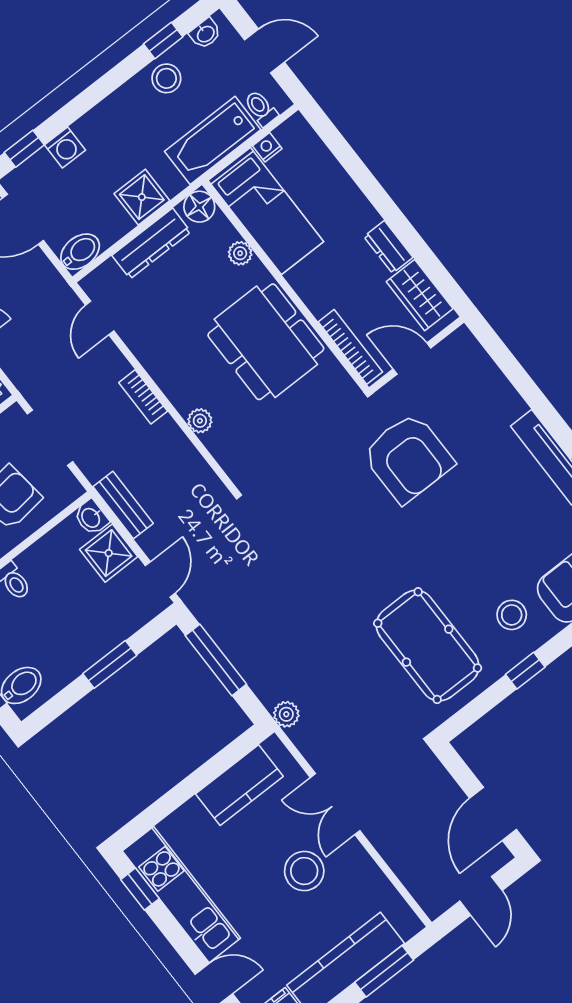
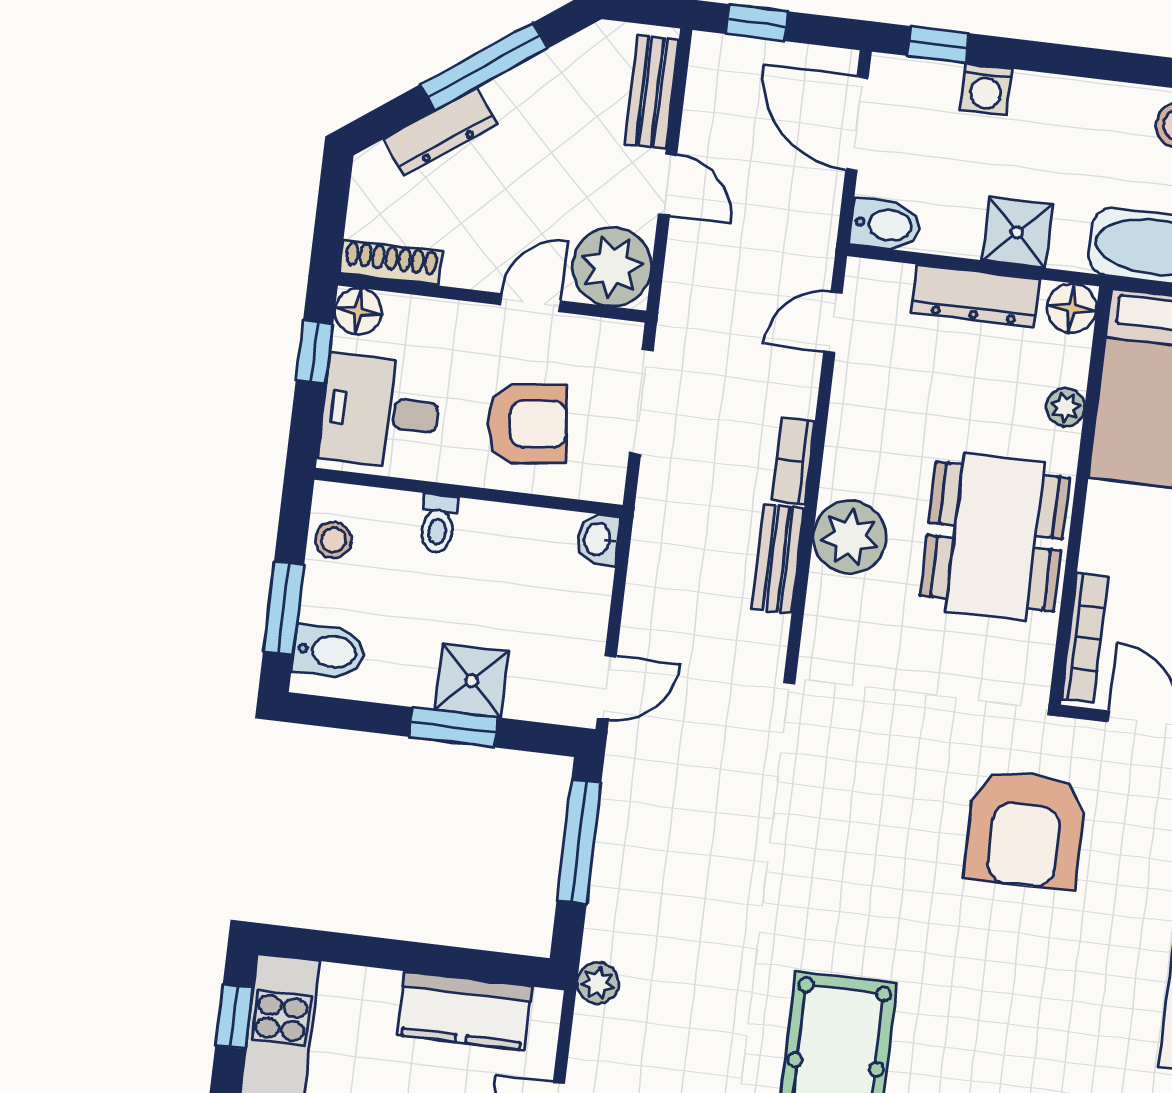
plant: (200, 421) -> (850, 537), width x1.88, depth x1.88
bench: (123, 505) -> (778, 559), moved
shower: (109, 553) -> (472, 681), moved

